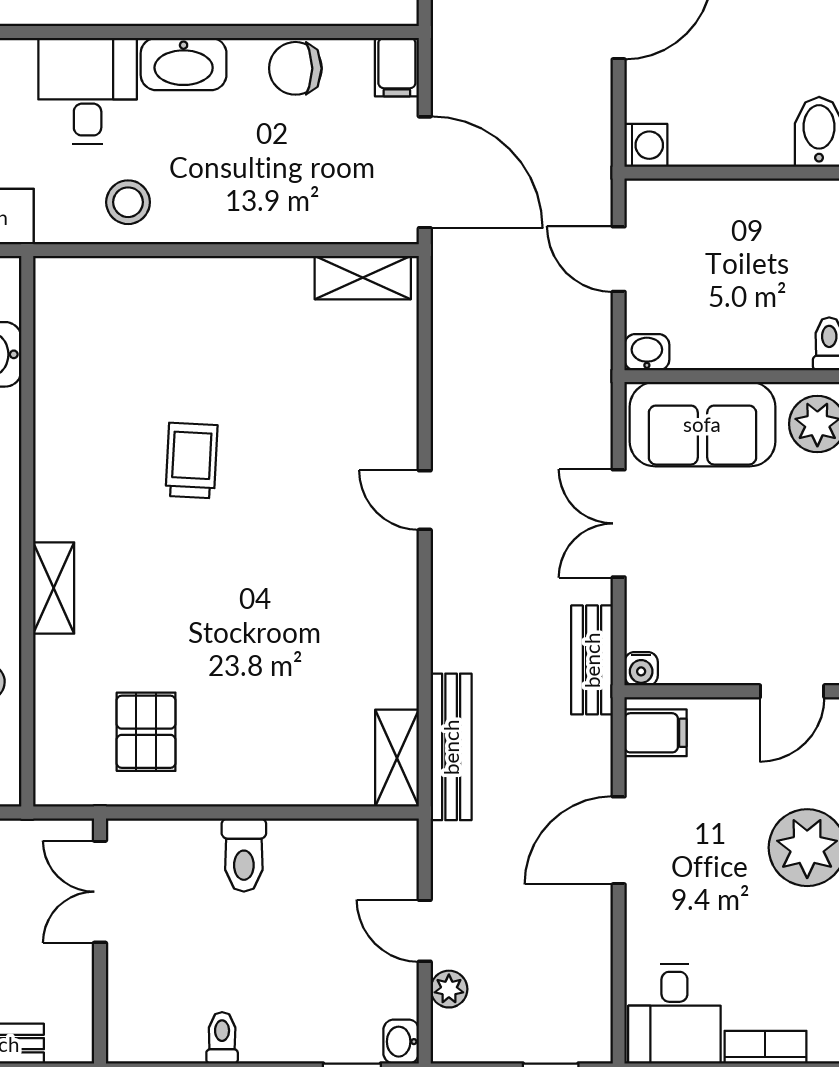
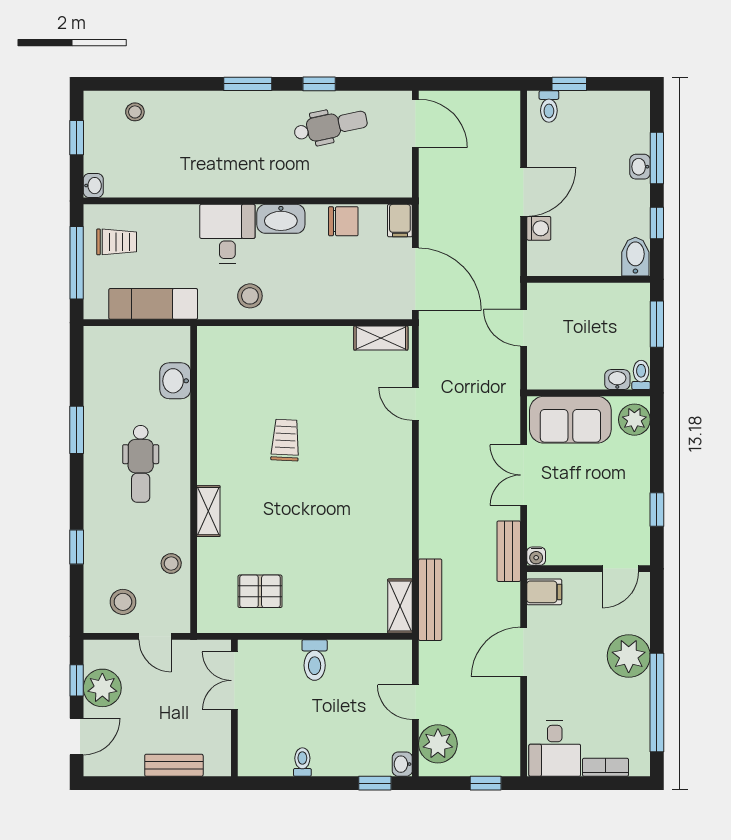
chair: (295, 68) -> (343, 221), turned 180
washing machine: (646, 145) -> (539, 228), moved
washbasin: (647, 352) -> (617, 380), moved
door: (425, 500) -> (415, 404), moved
pallet: (146, 732) -> (260, 591), turned 90
plant: (449, 989) -> (438, 744), width x1.88, depth x1.88

